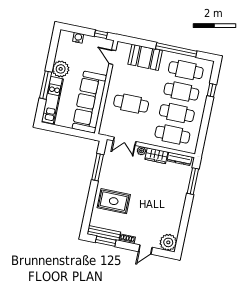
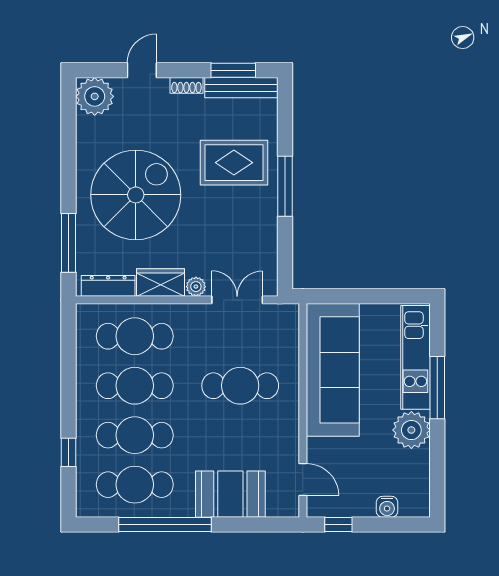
window: (98, 167) -> (285, 186), moved
spiral stairs: (159, 196) -> (136, 195), added

